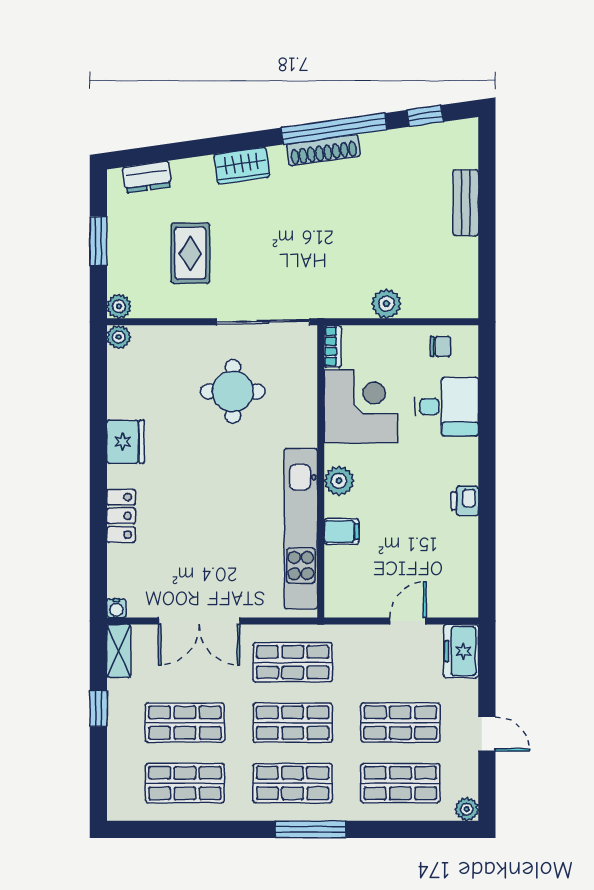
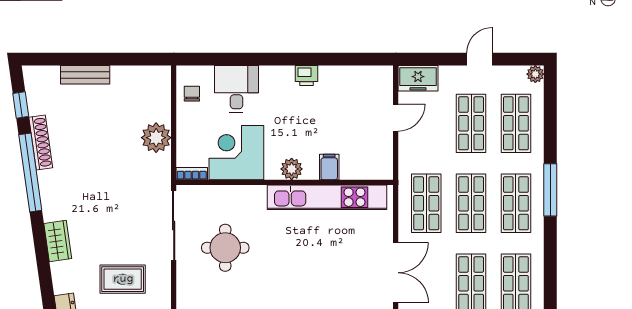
shoe rack: (323, 150) -> (41, 143), moved
plant: (386, 304) -> (156, 138), width x1.36, depth x1.36
door: (408, 621) -> (396, 118), swing flipped

